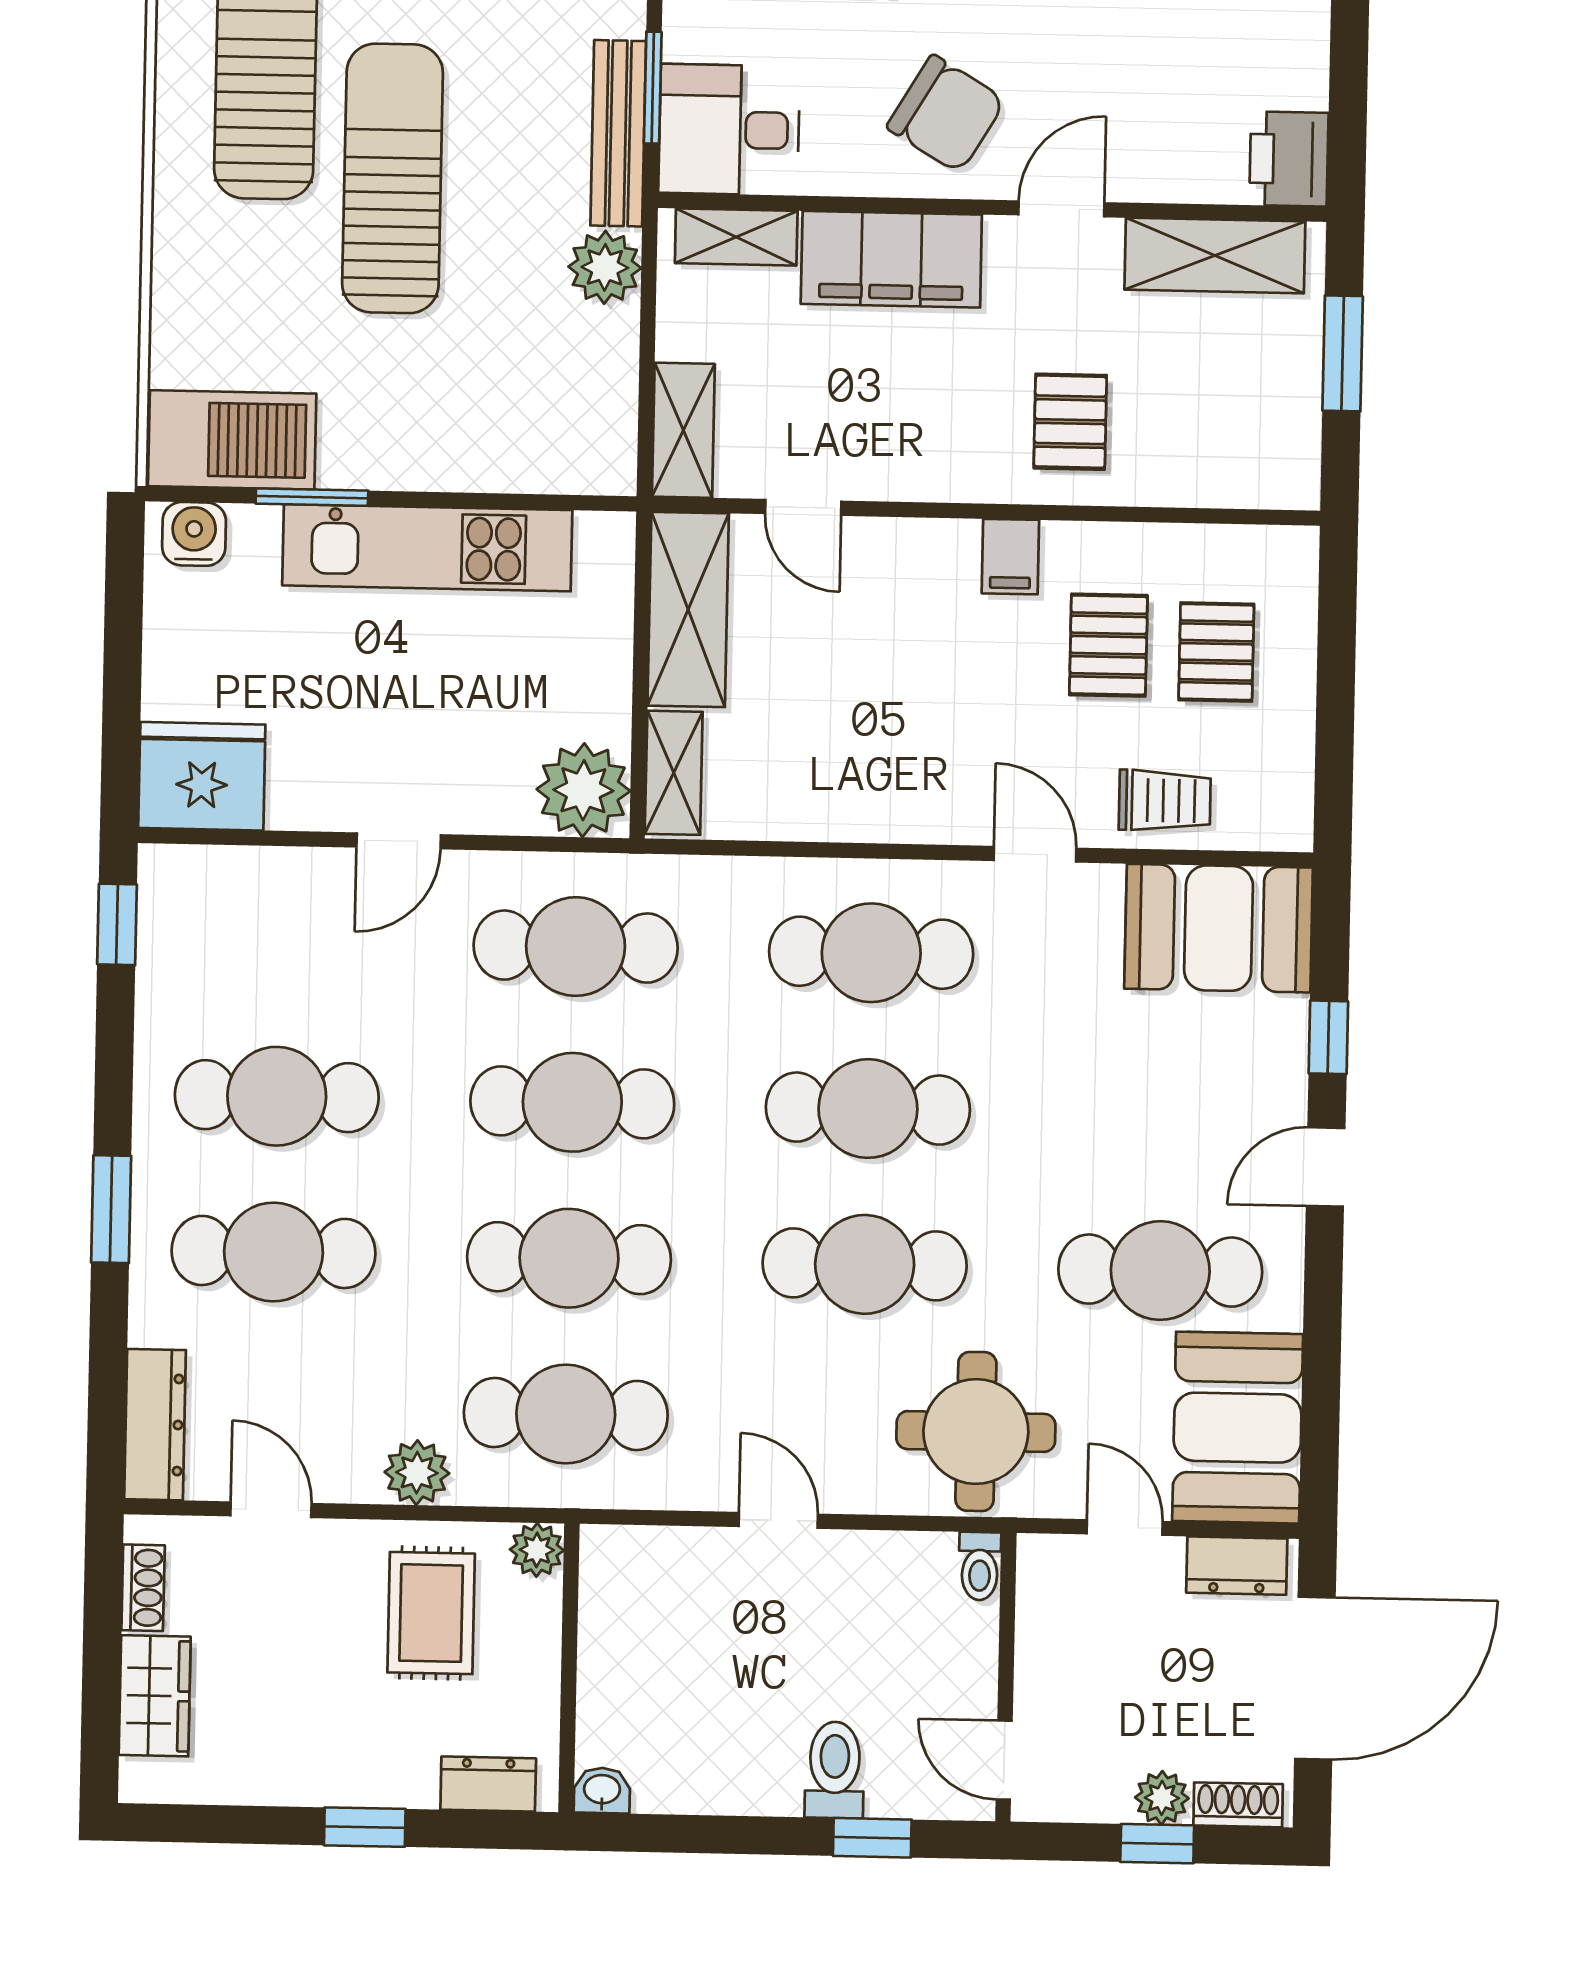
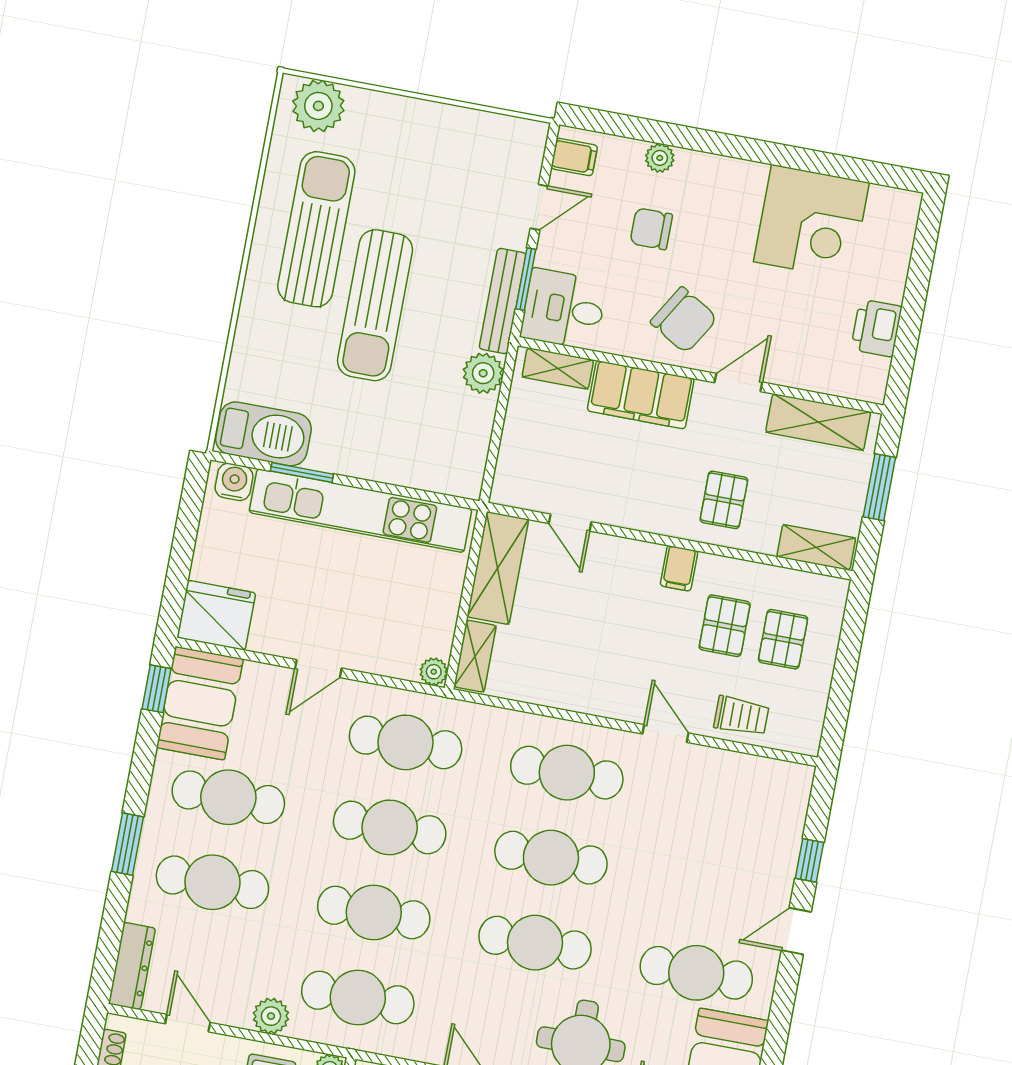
printer: (1289, 159) -> (876, 328), moved
sun lounger: (393, 178) -> (375, 305), turned 180
shelving: (683, 430) -> (816, 547), moved, turned 90
kitchen unit: (427, 548) -> (360, 511), width x1.36
plant: (583, 790) -> (434, 672), width x0.53, depth x0.53
booth: (1219, 928) -> (200, 703), moved, turned 90

